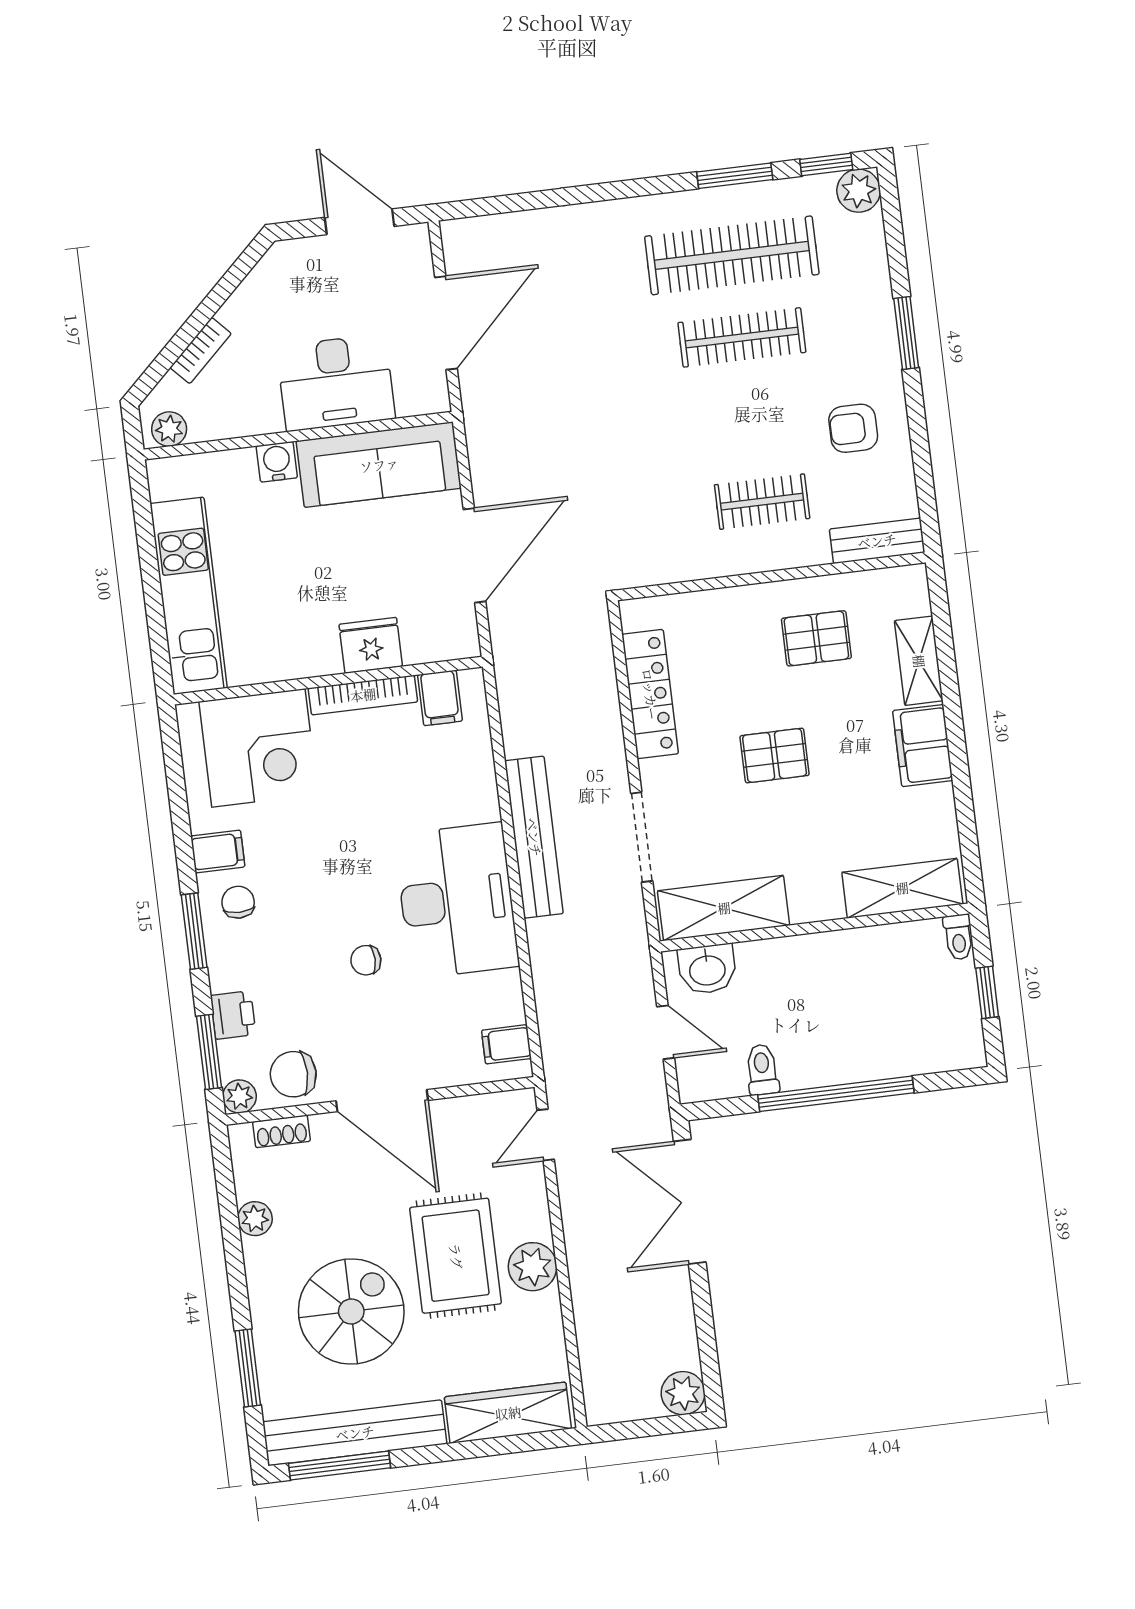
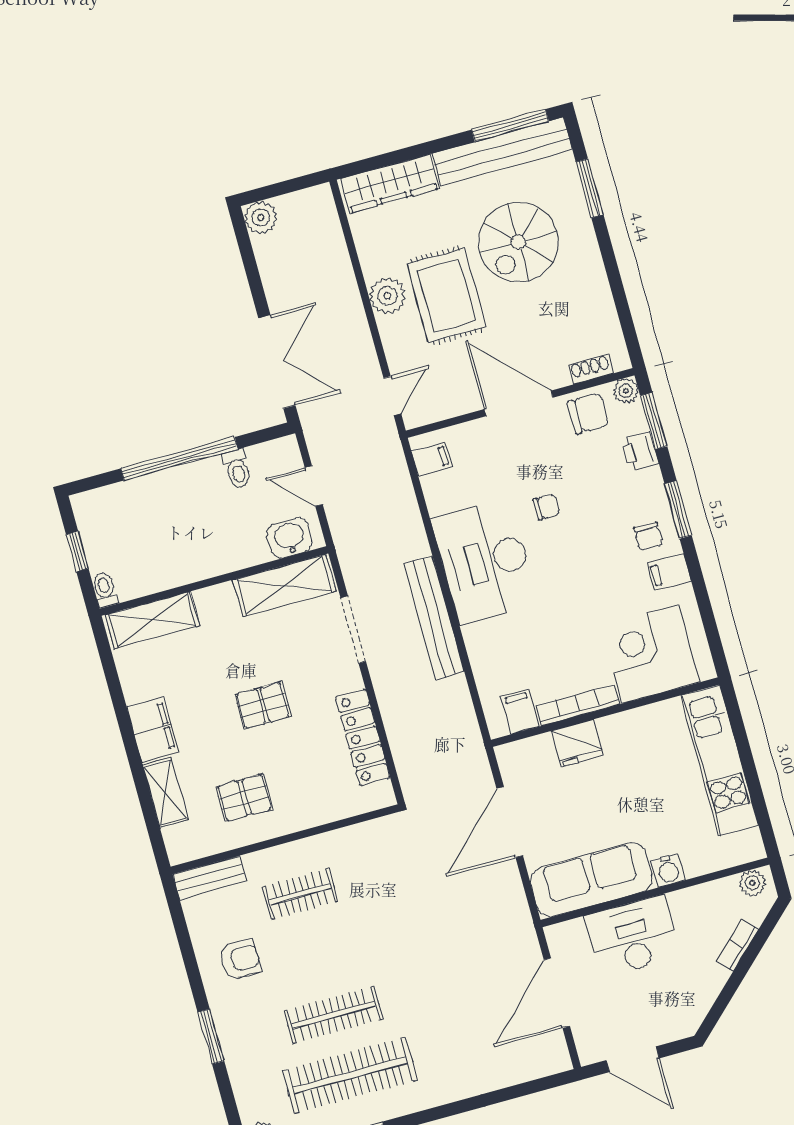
plant: (255, 1219) -> (601, 301), removed

